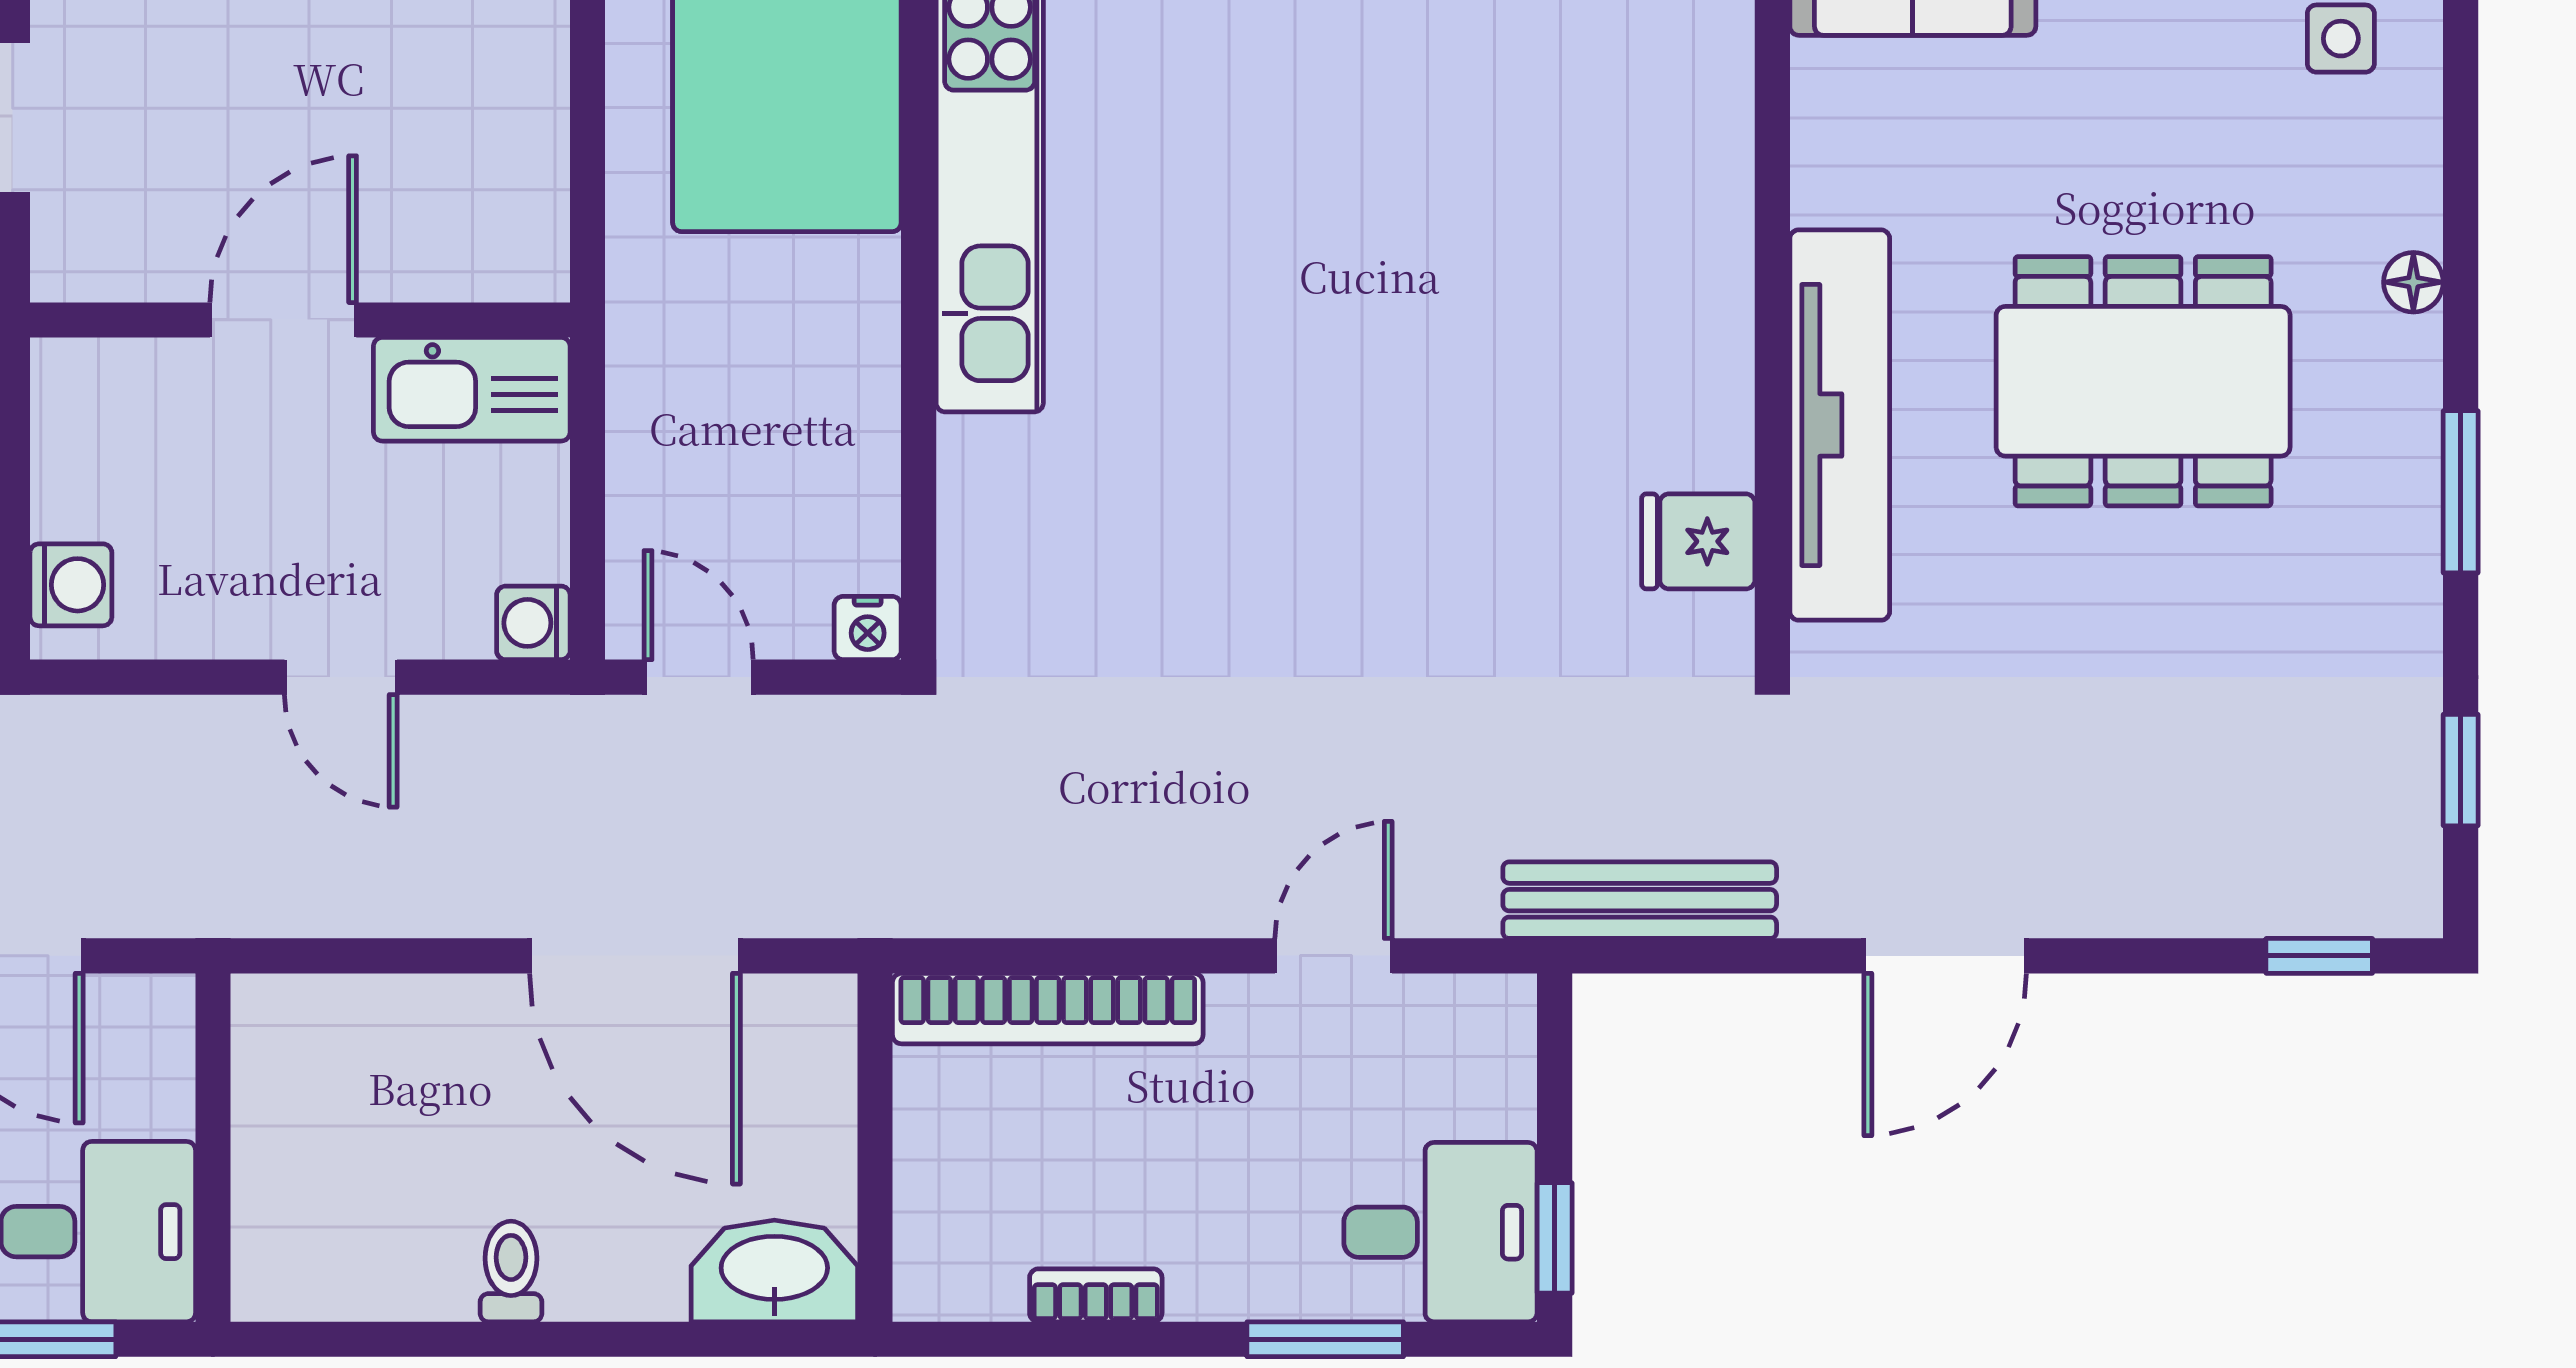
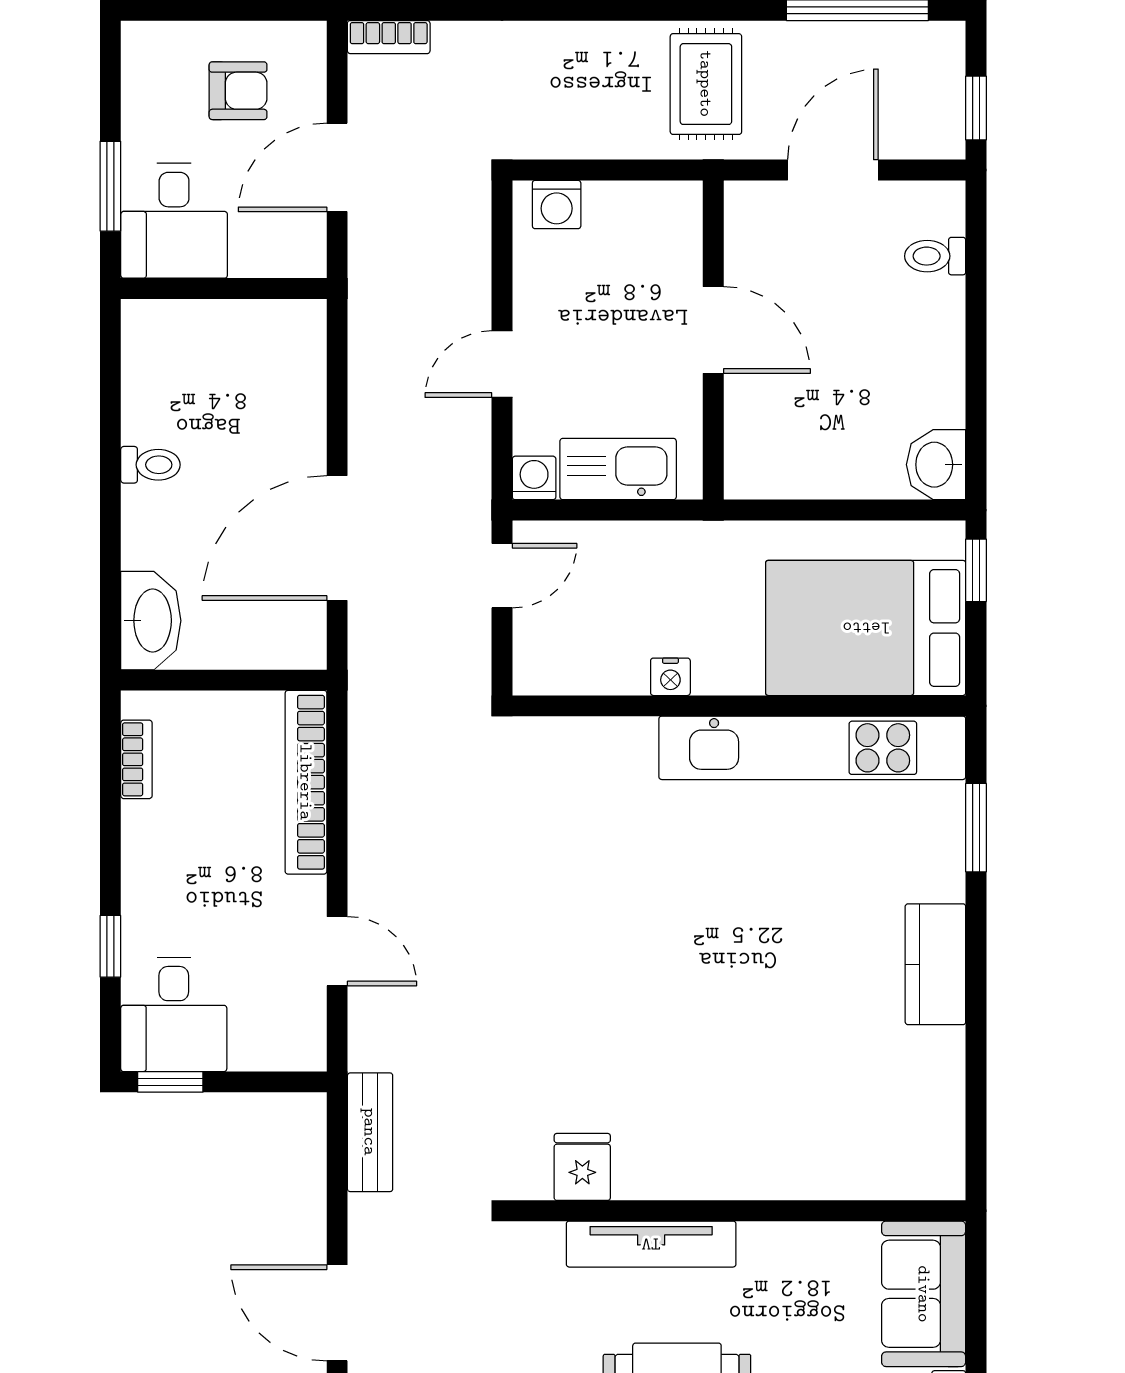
kitchen sink: (472, 389) -> (618, 469), moved, turned 90
tv unit: (1840, 425) -> (651, 1244), width x0.73, depth x0.78
nightstand: (868, 628) -> (670, 677), moved, turned -90
bench: (1640, 900) -> (370, 1132), width x0.73
bookcase: (1096, 1295) -> (136, 759), moved
window: (1325, 1339) -> (110, 946), width x0.67

